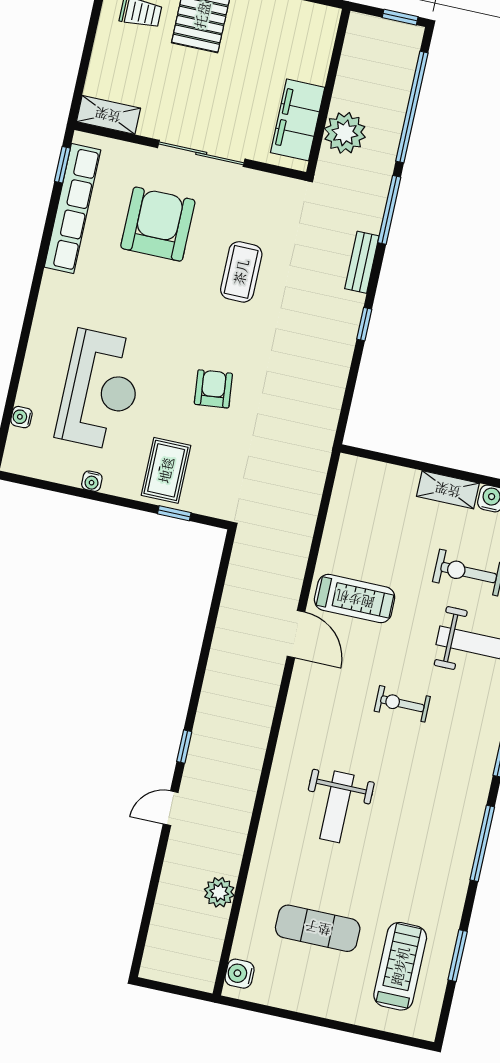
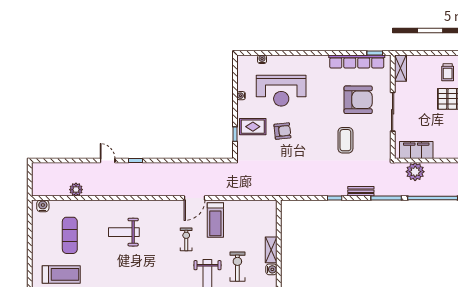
coffee table: (241, 272) -> (345, 140), turned 90
armchair: (213, 389) -> (282, 131), moved
exercise bike: (402, 704) -> (186, 239), moved

